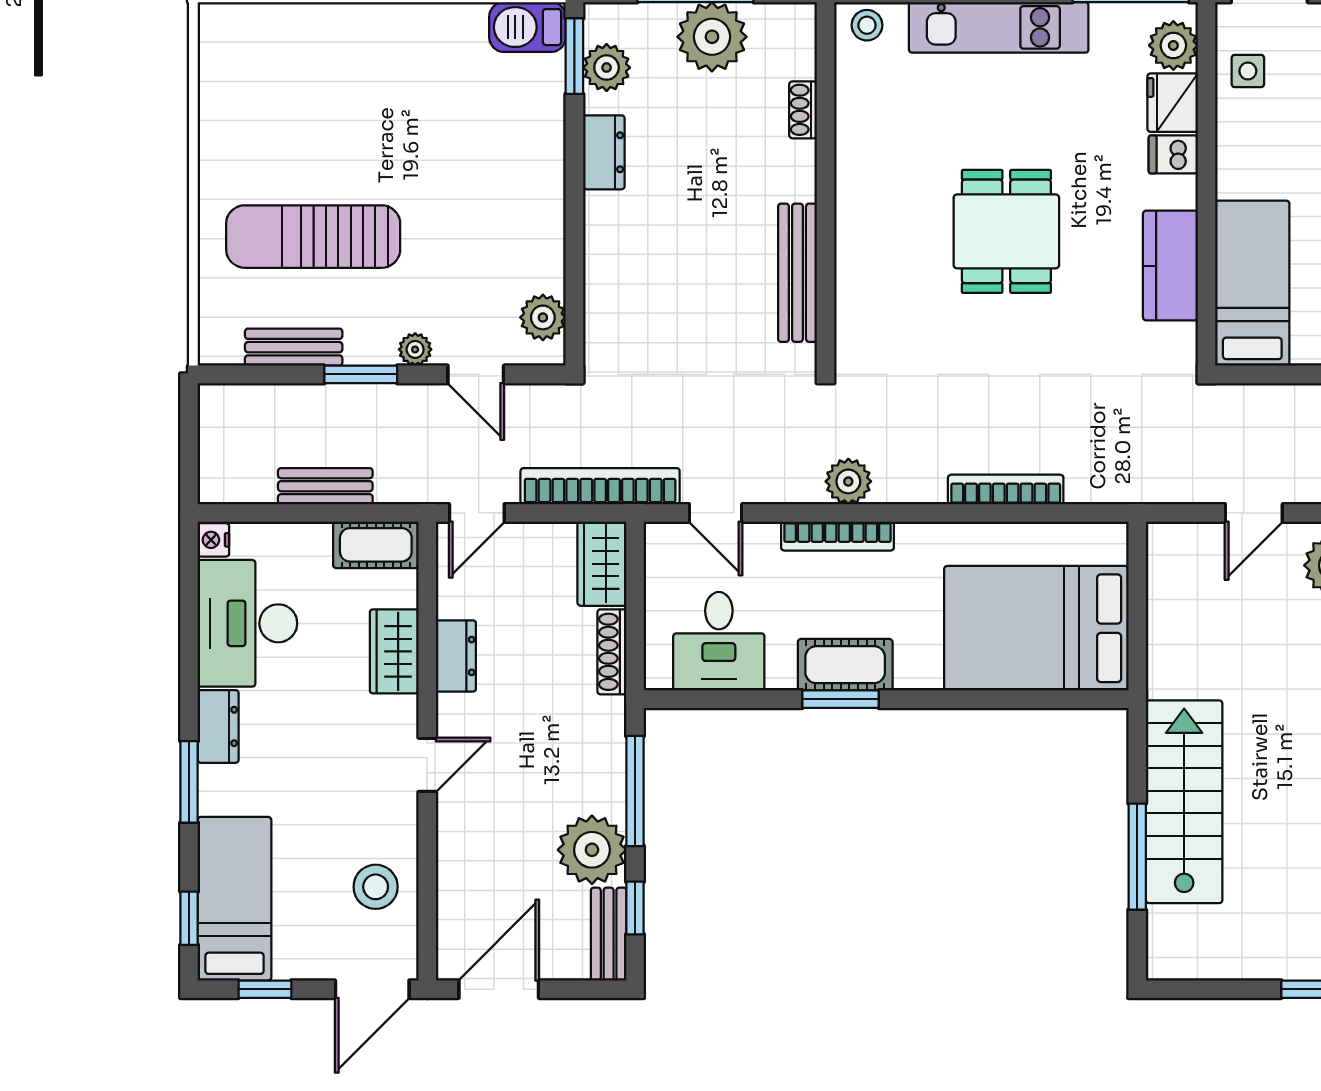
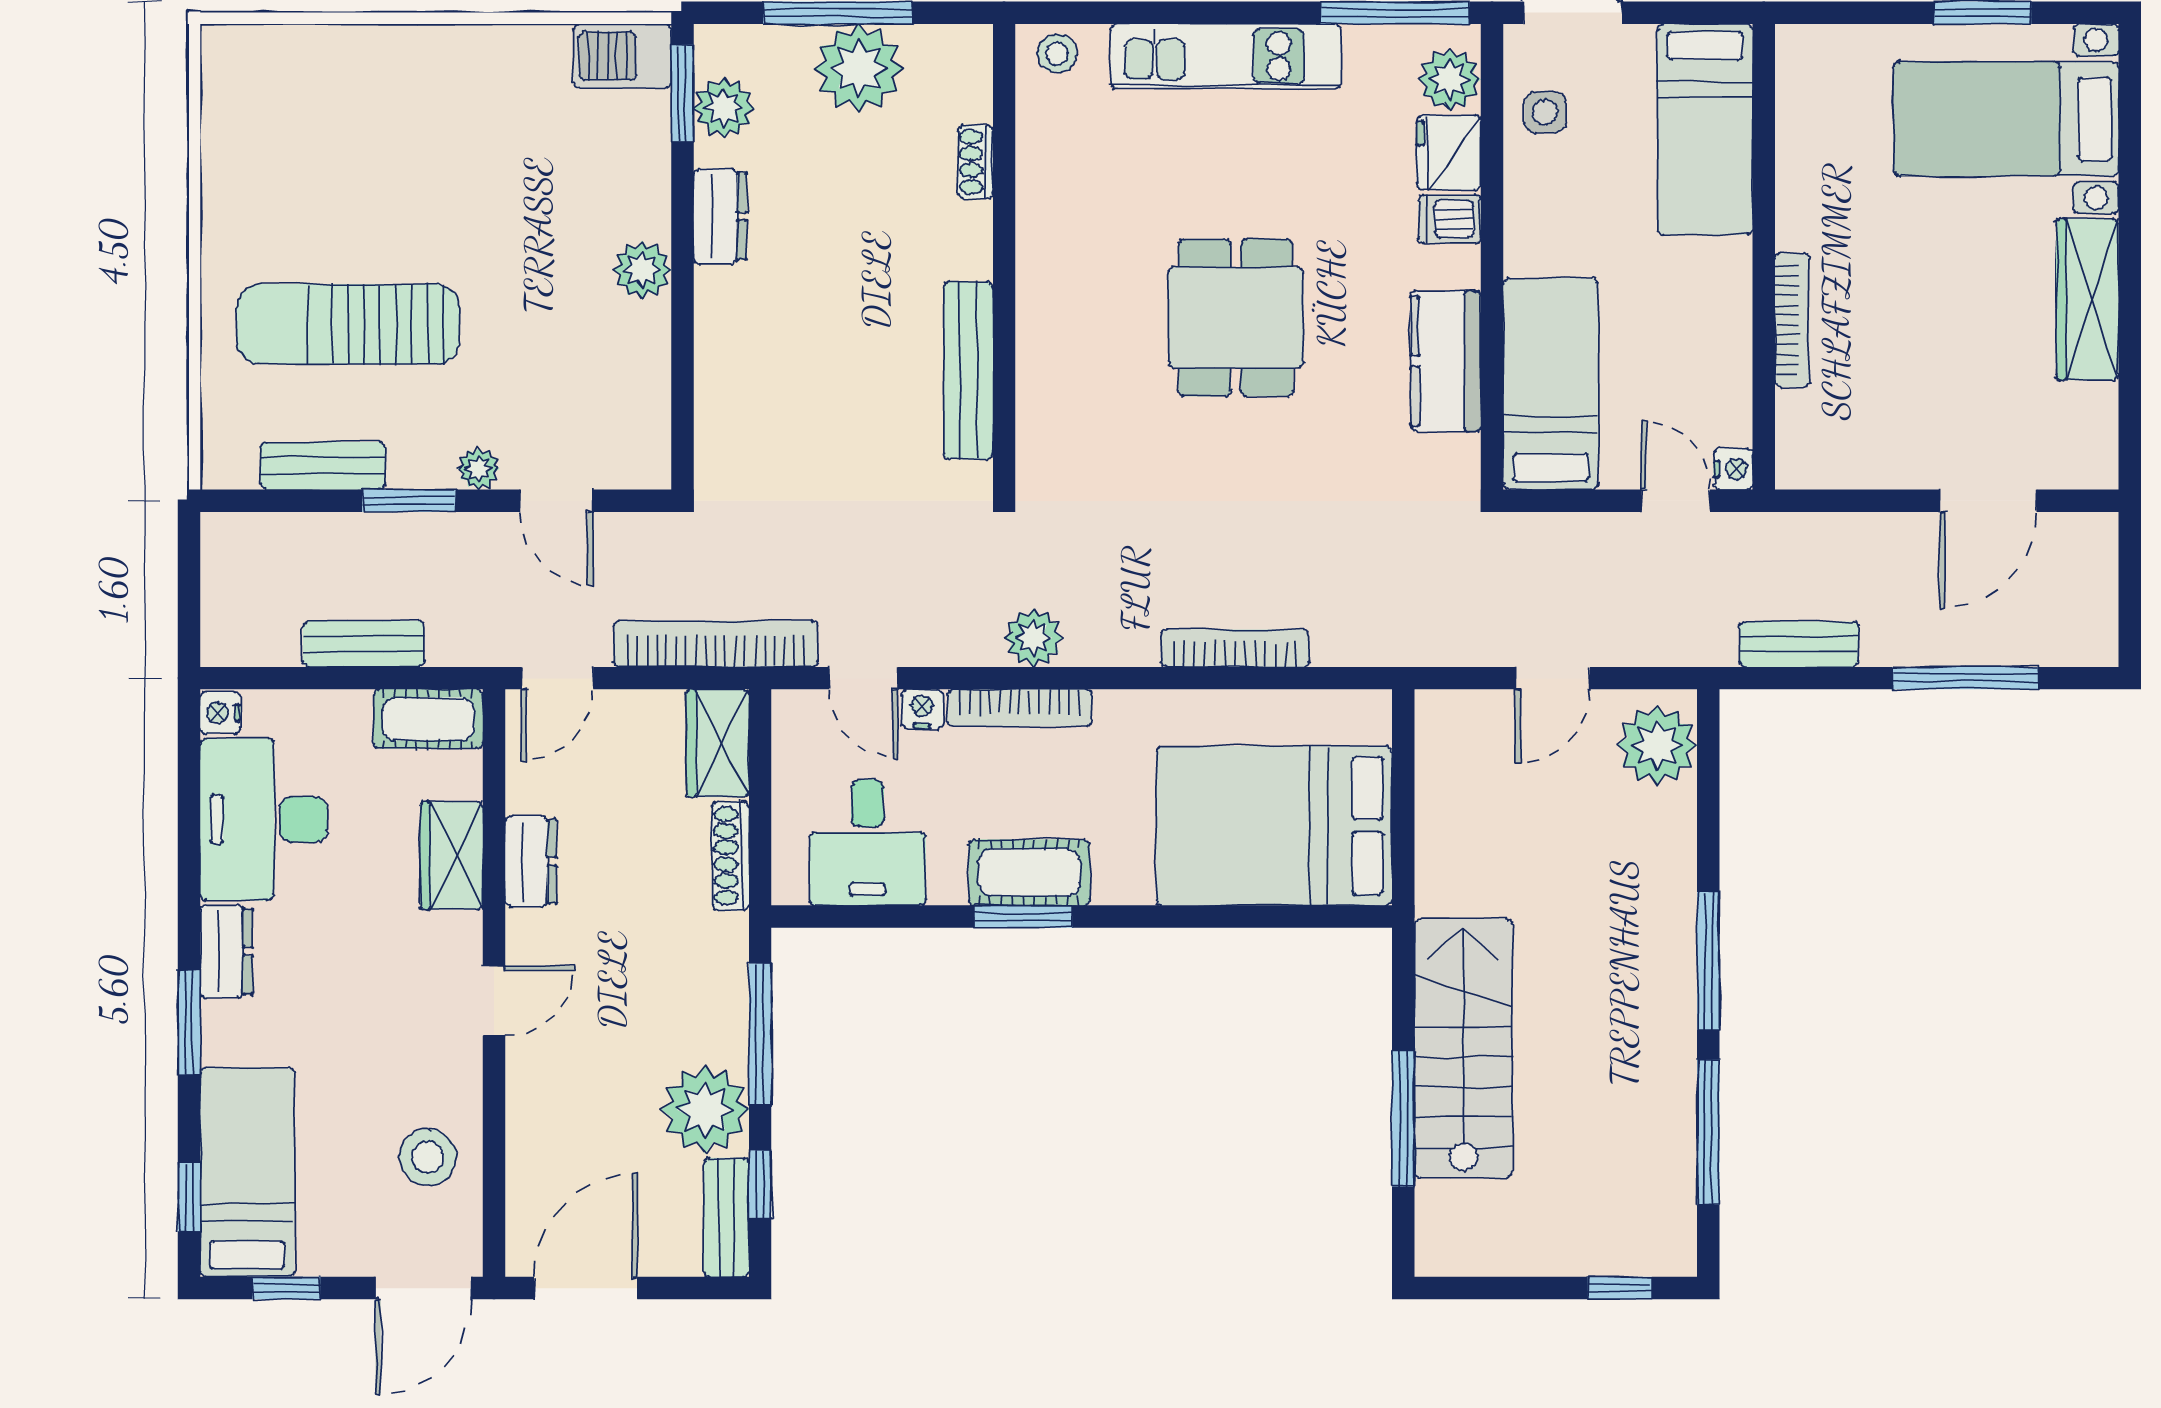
plant: (543, 317) -> (642, 270), moved
nightstand: (761, 537) -> (922, 709), added

